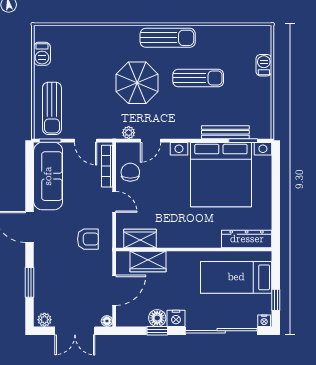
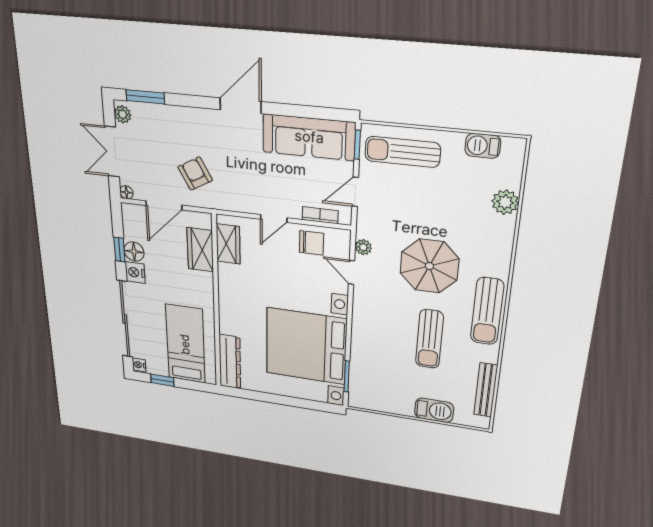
plant: (81, 34) -> (505, 202), added
barbecue: (264, 65) -> (434, 410), width x1.38, depth x1.27
bench: (225, 132) -> (486, 390), moved
bookcase: (107, 166) -> (320, 215), width x0.64
armchair: (88, 239) -> (195, 174), moved, turned 151
window: (30, 282) -> (145, 97), moved
door: (114, 290) -> (164, 205), hinge flipped

